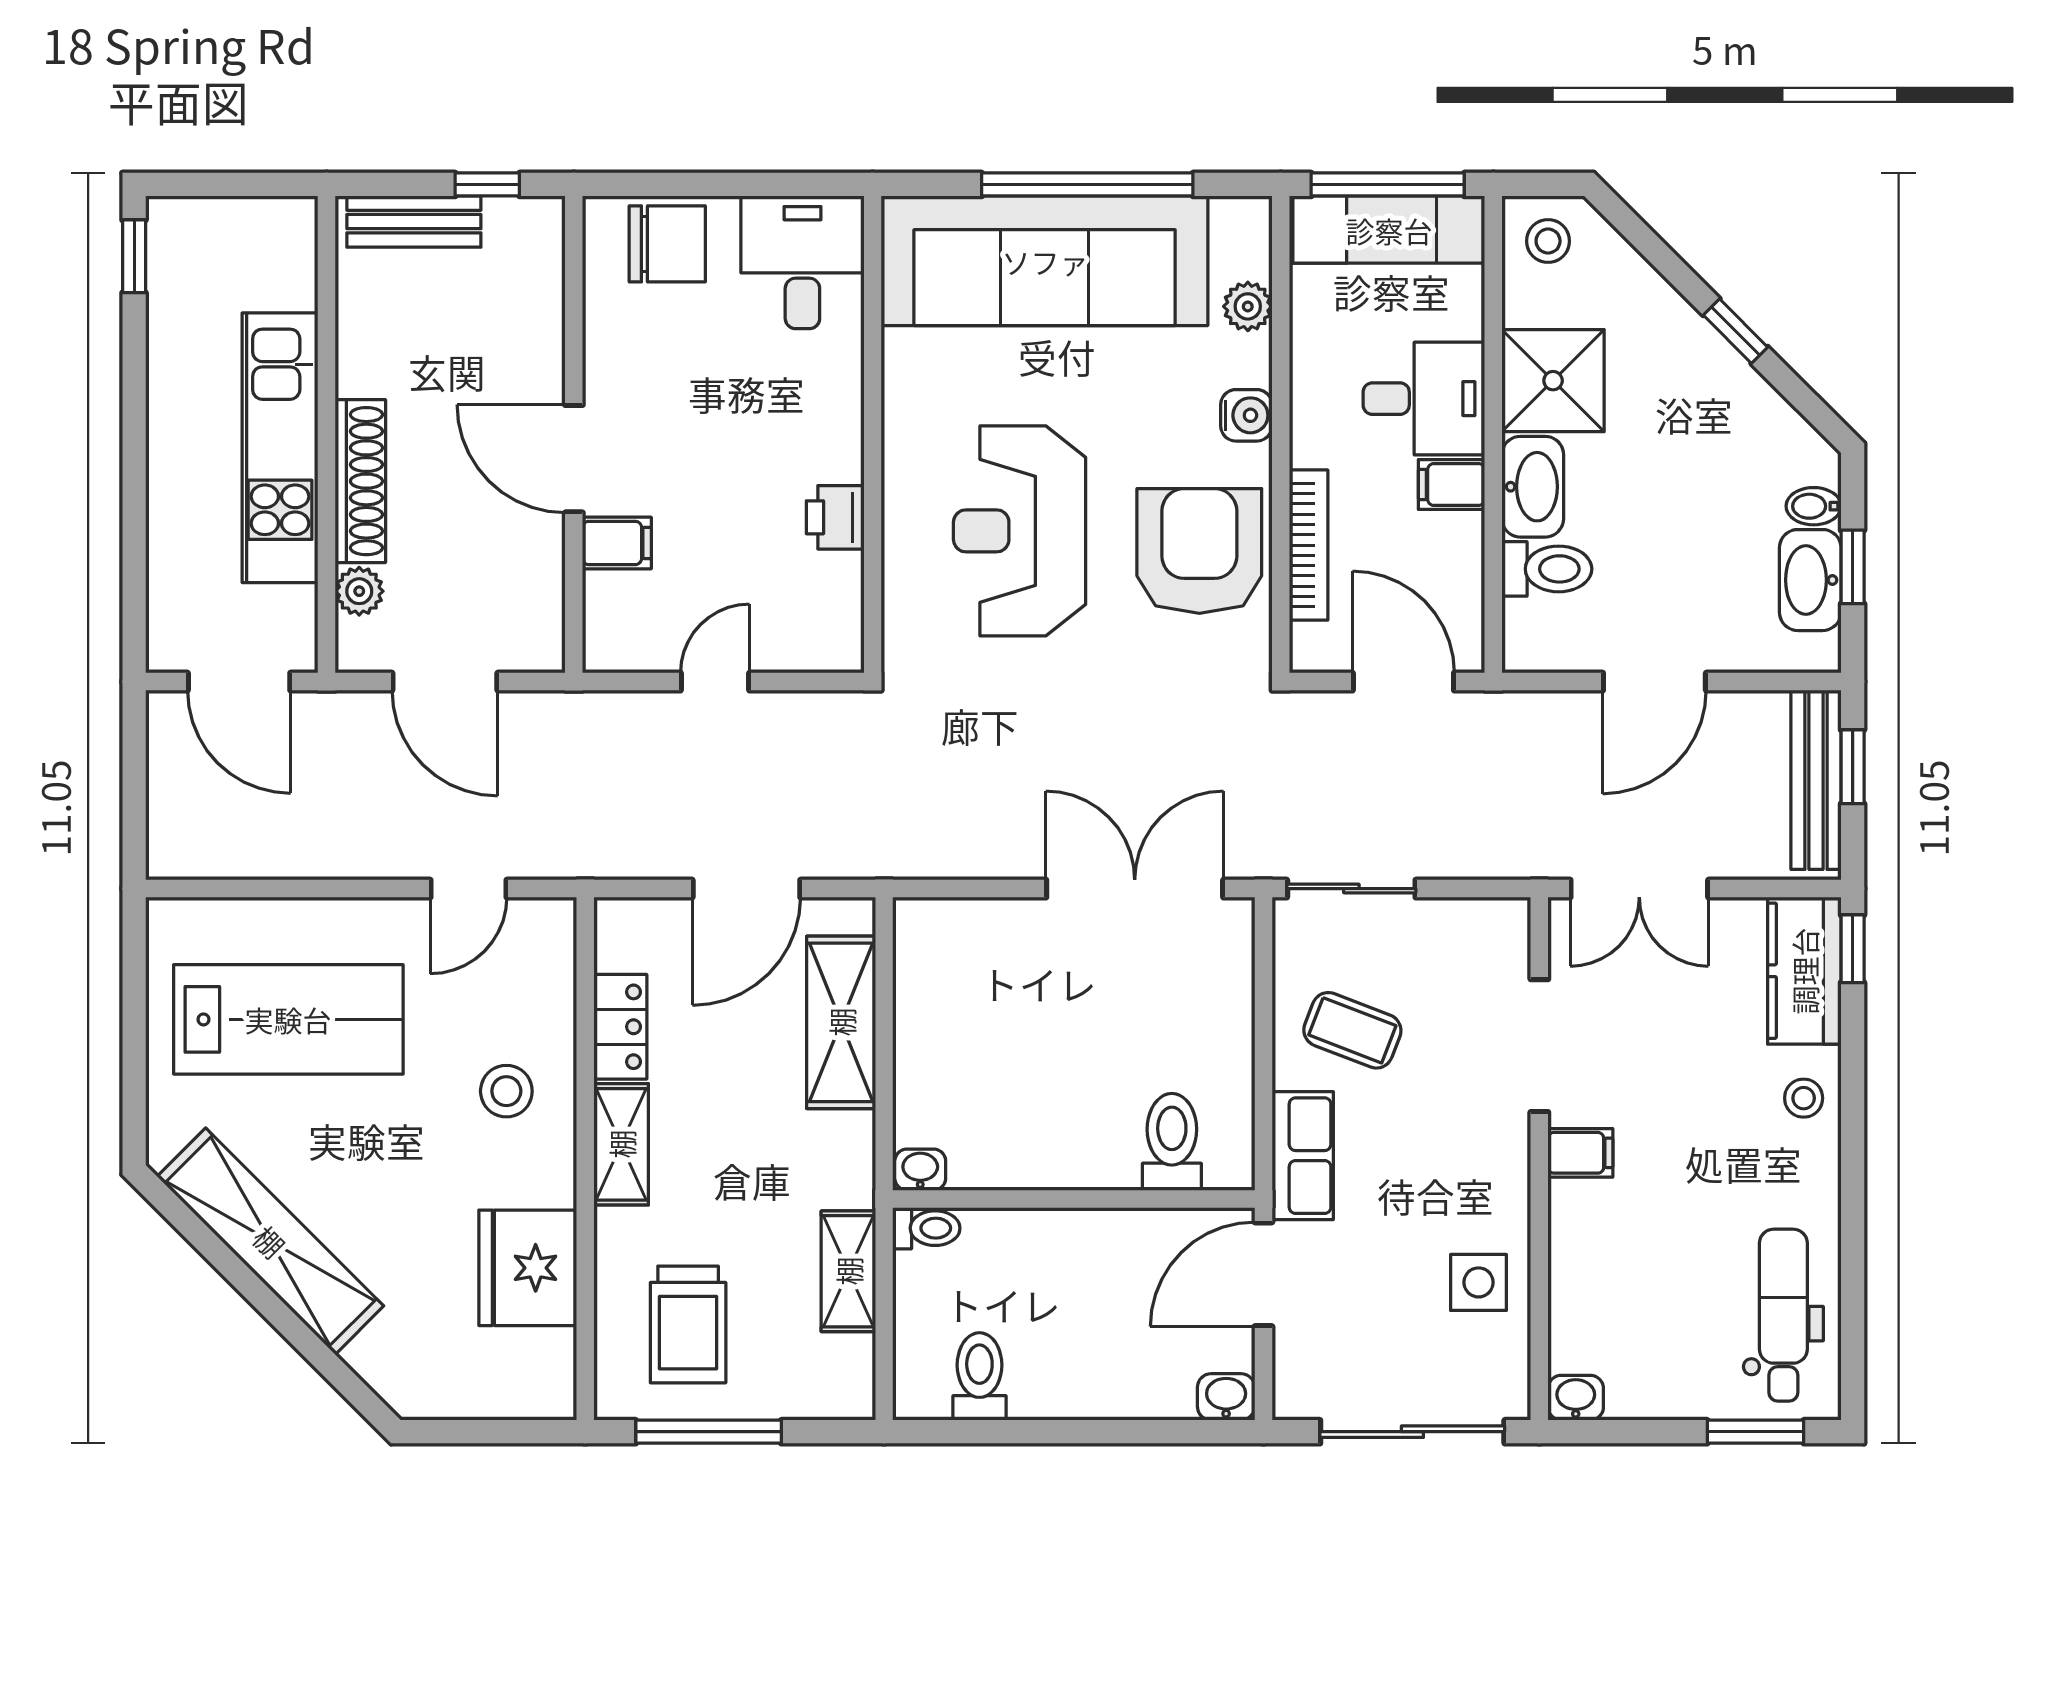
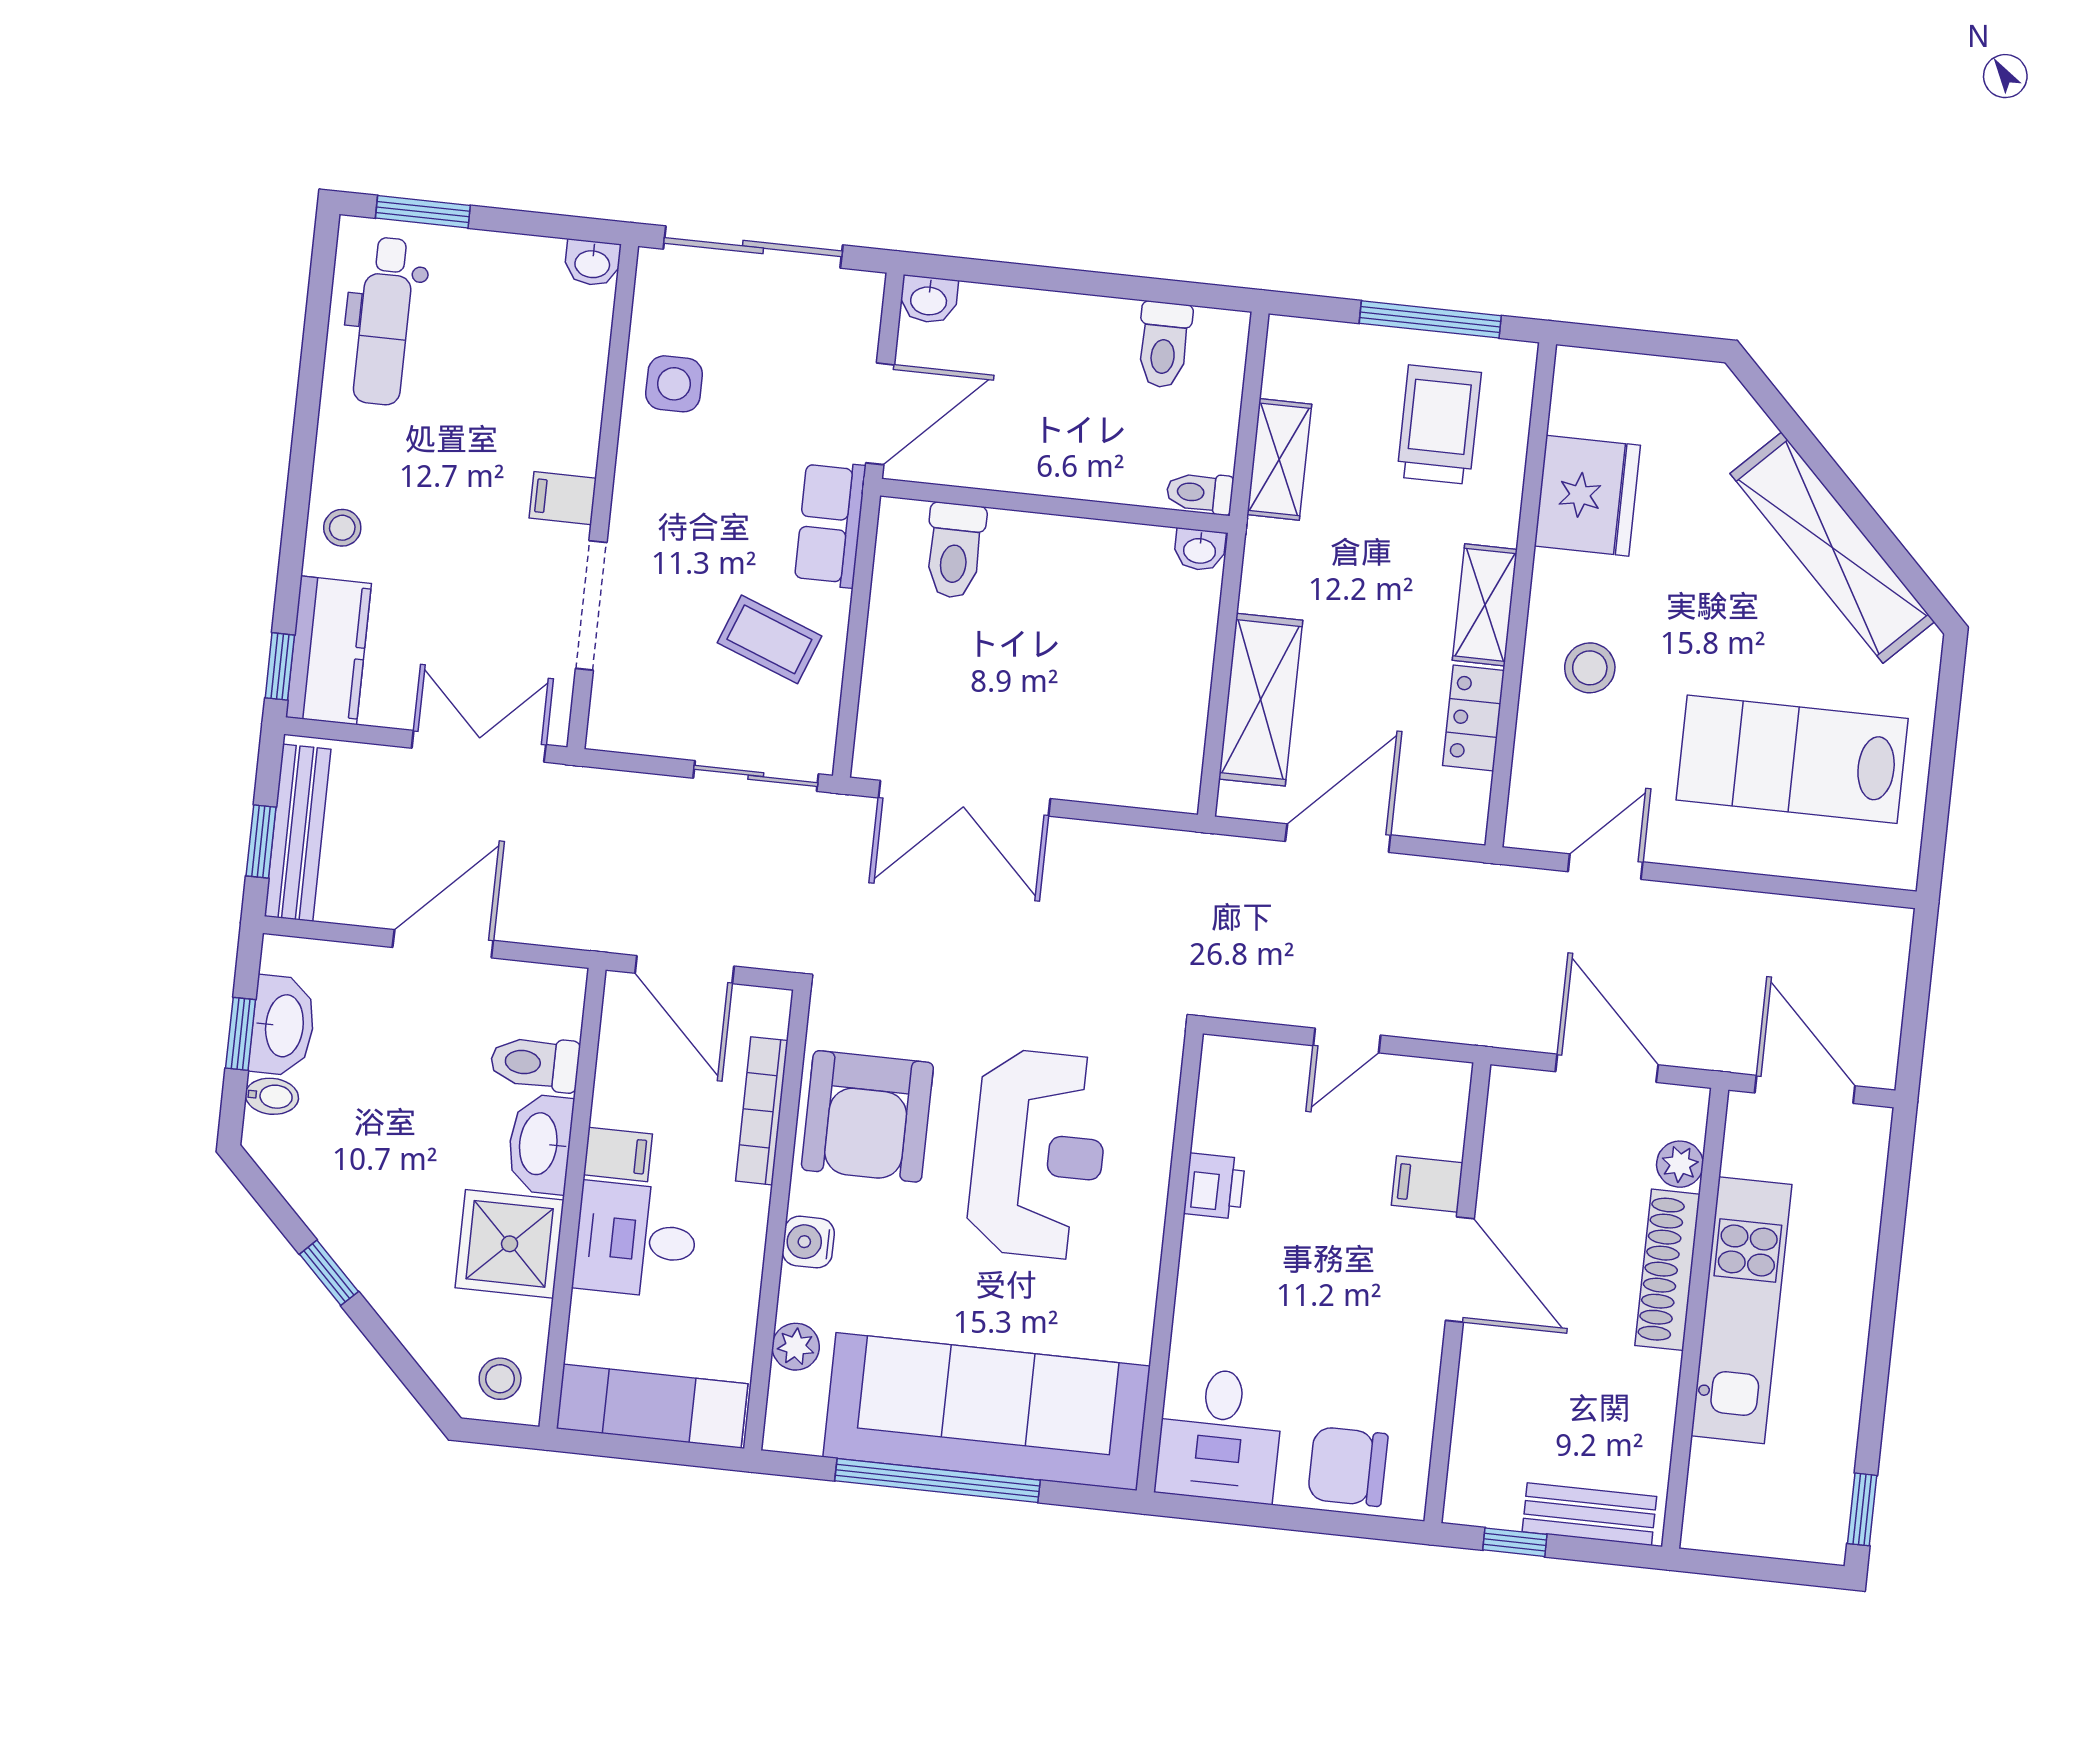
window: (1388, 184) -> (649, 1450), removed

